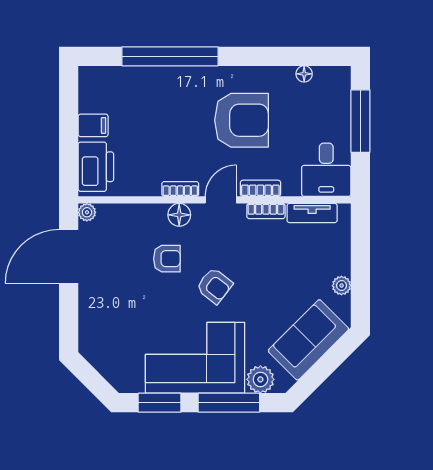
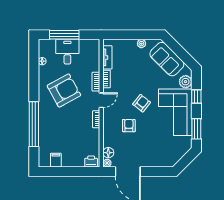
armchair: (242, 120) -> (64, 90), turned 61
filing cabinet: (93, 125) -> (56, 160), moved
printer: (96, 167) -> (91, 162), width x0.53, depth x0.68
desk: (326, 170) -> (67, 52), moved, turned -90
door: (221, 200) -> (101, 100), swing flipped
floor lamp: (179, 215) -> (108, 153), moved
window: (229, 403) -> (196, 96), width x0.46

